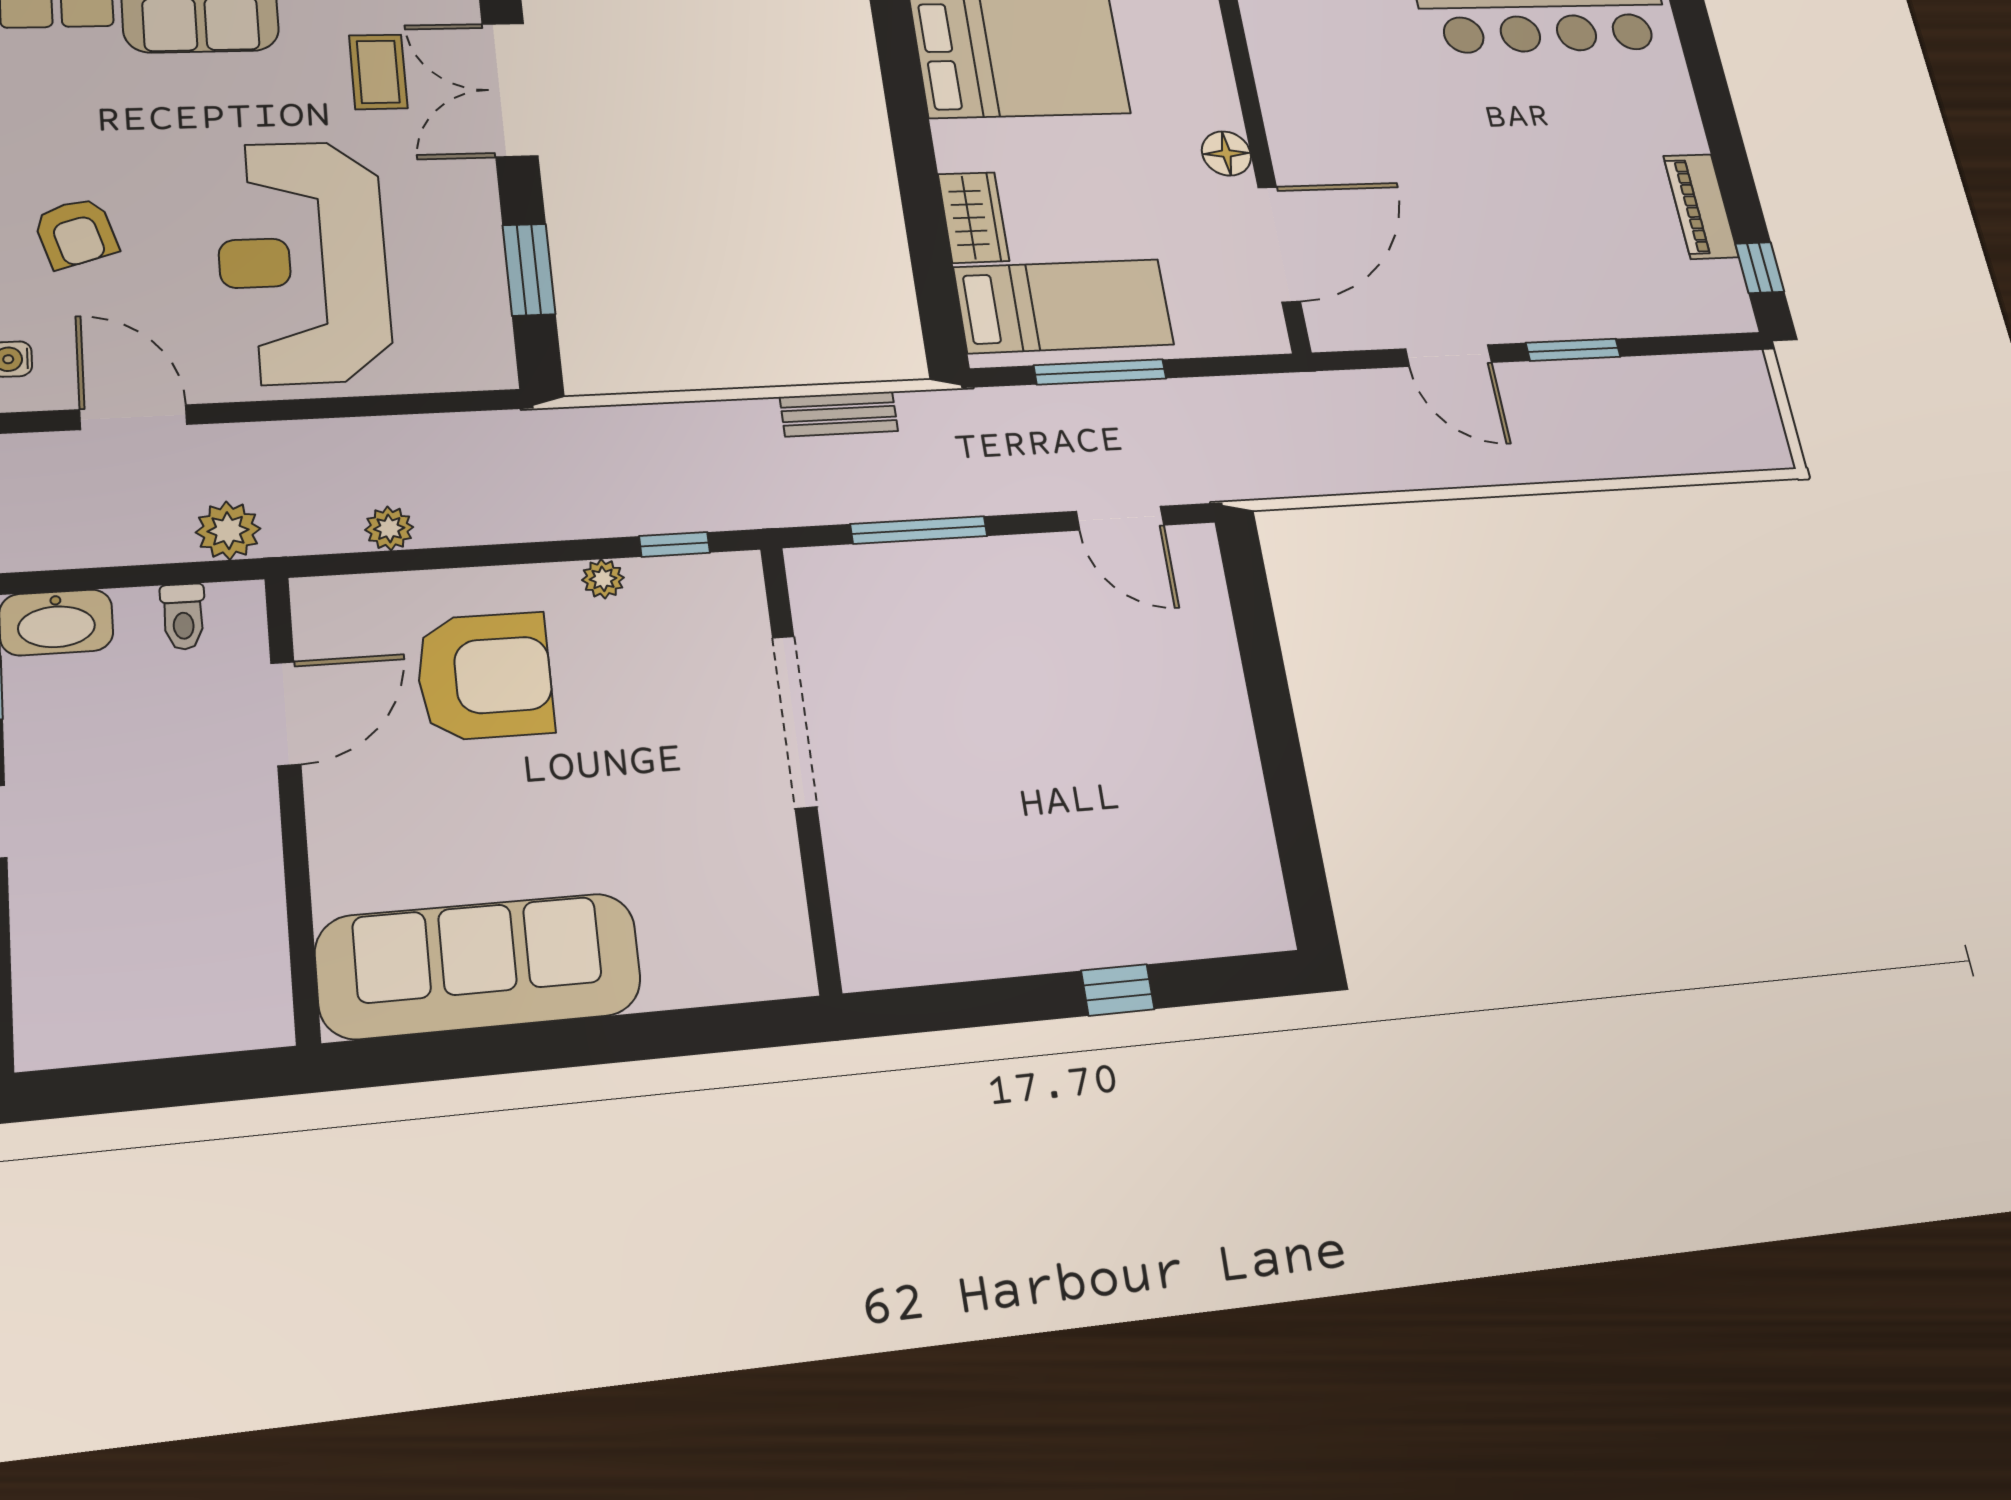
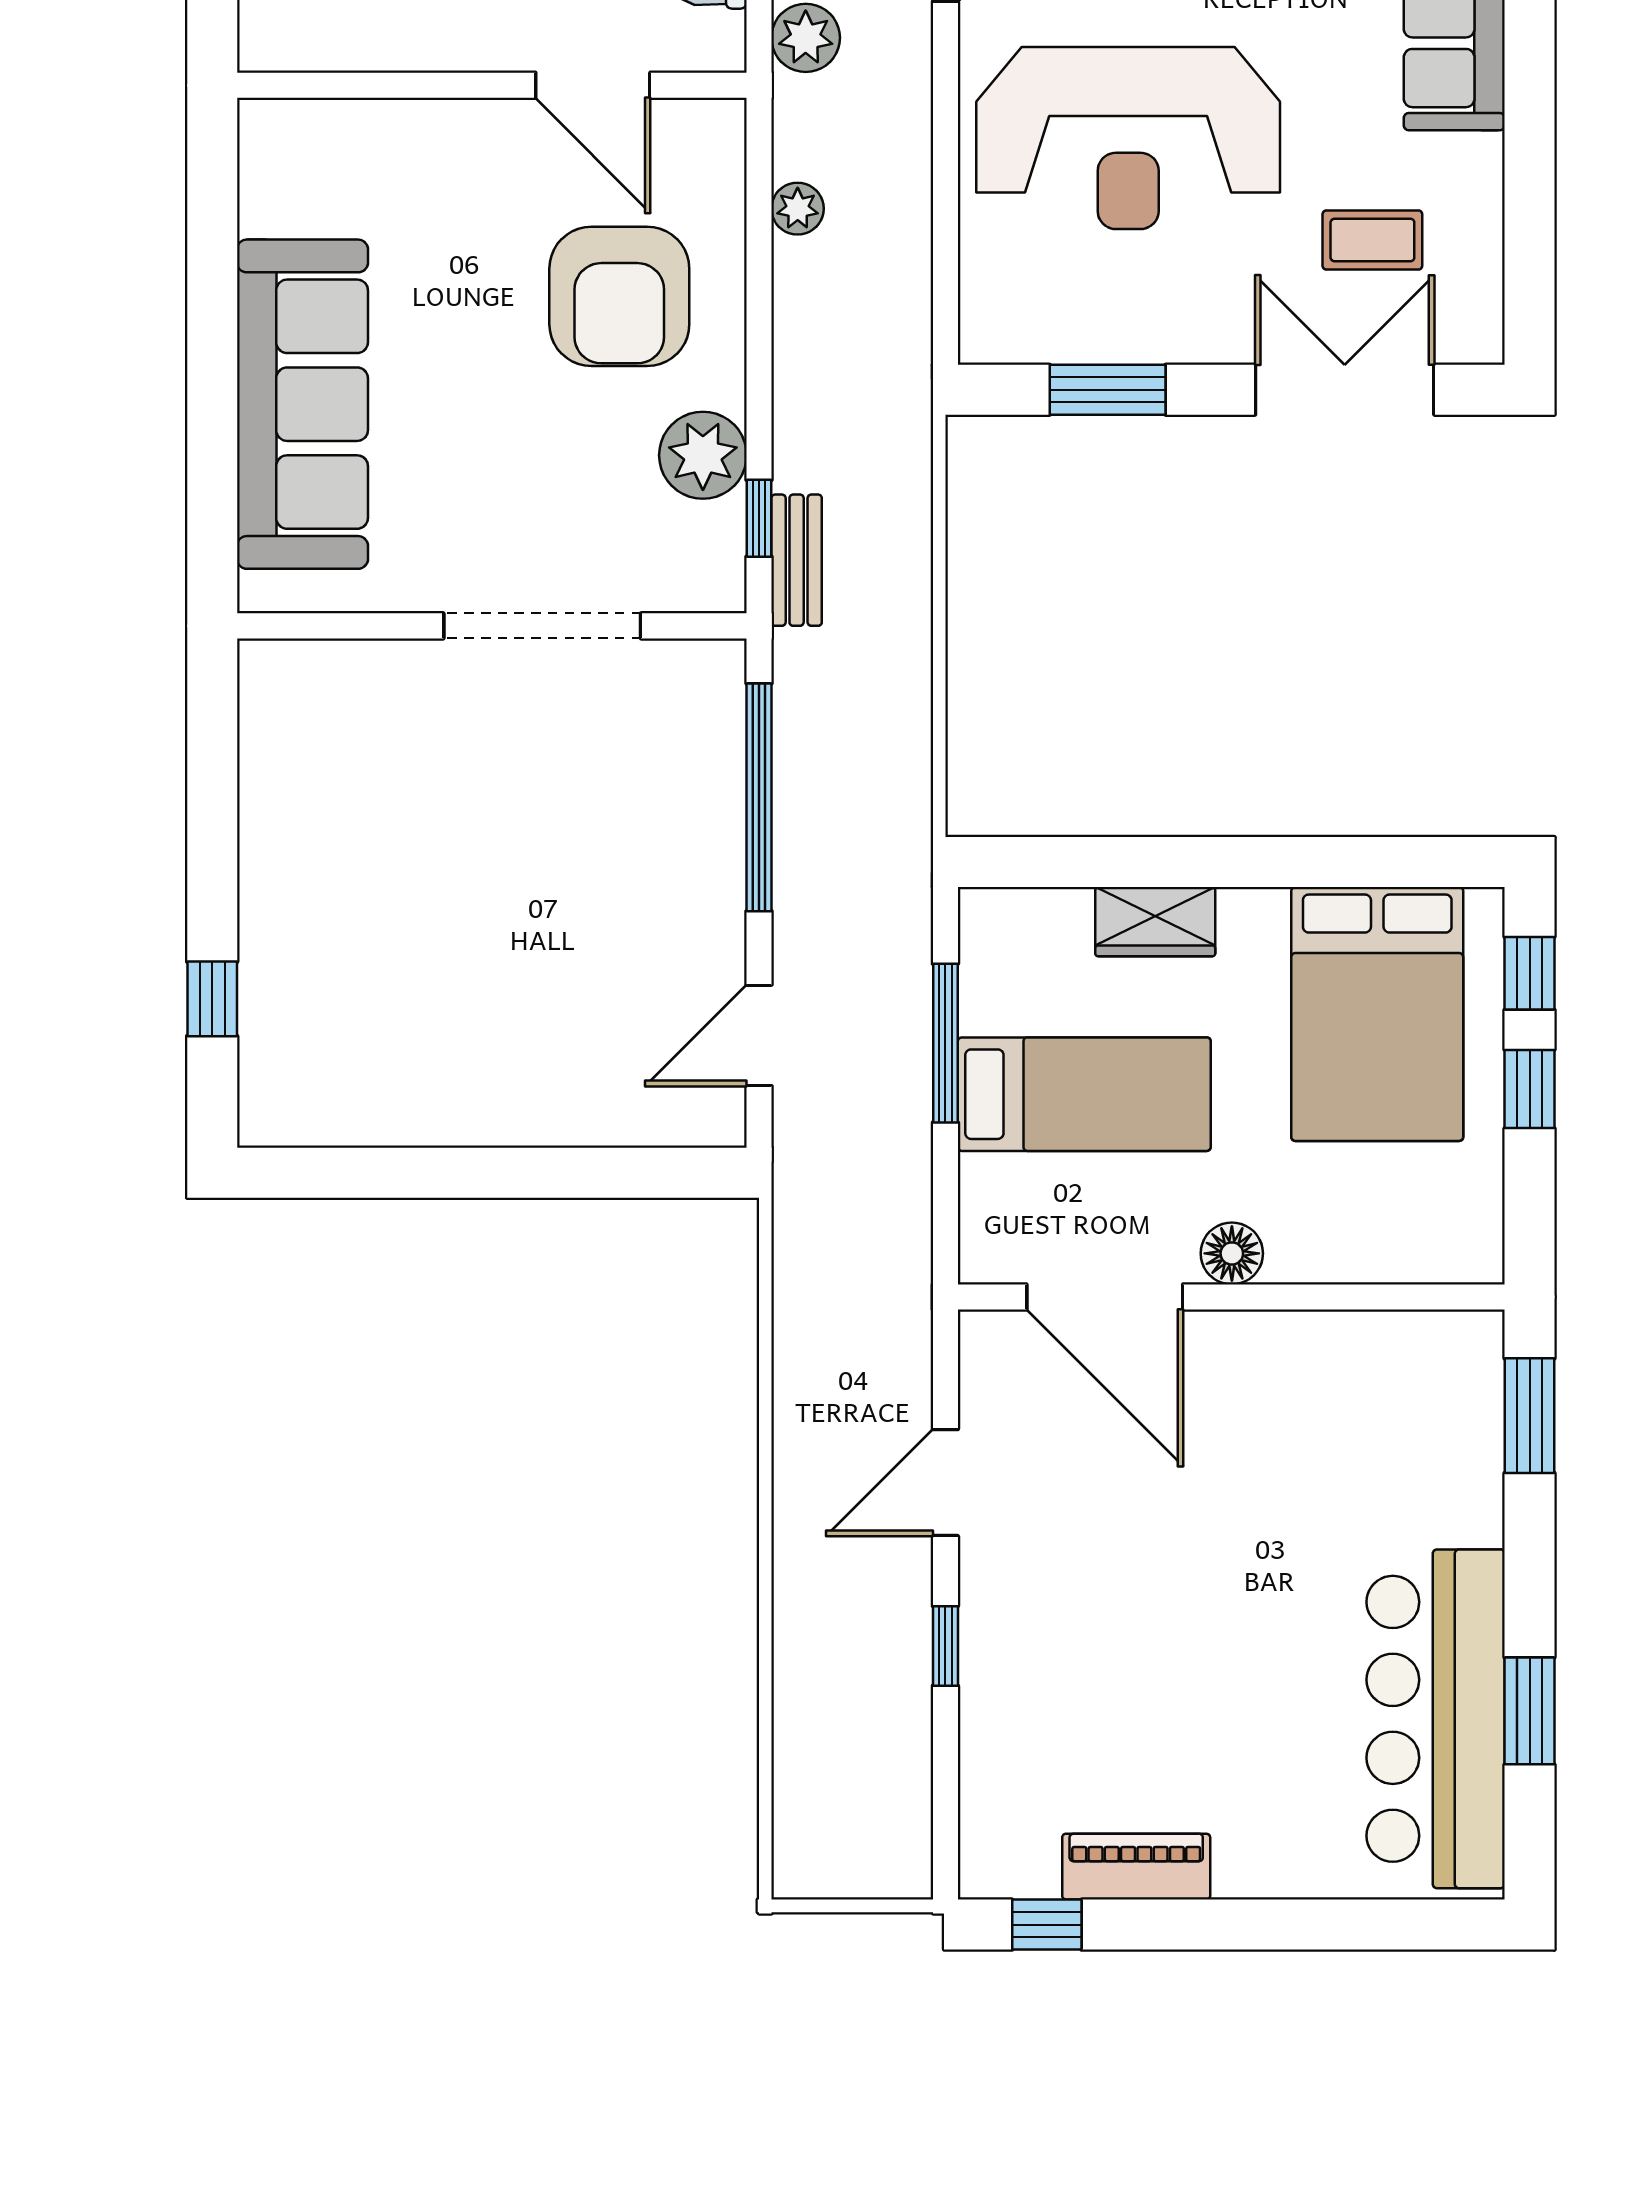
reception desk: (303, 262) -> (1128, 138), turned 180
bed: (1064, 306) -> (1084, 1094), moved, turned -90
window: (1573, 350) -> (945, 1646), width x0.67
bench: (839, 414) -> (797, 560), moved
window: (919, 530) -> (759, 797), width x1.46
plant: (603, 579) -> (703, 455), width x1.88, depth x1.88
sofa: (479, 966) -> (302, 404), moved
window: (1118, 990) -> (212, 999), moved

